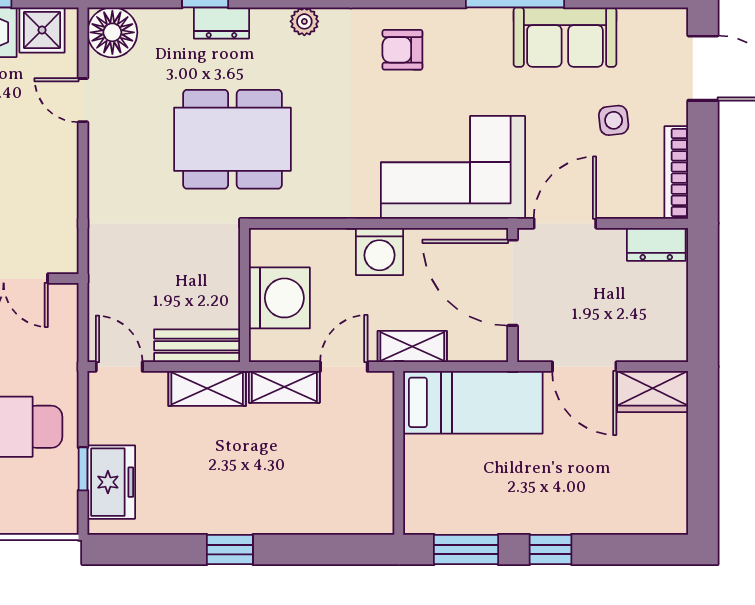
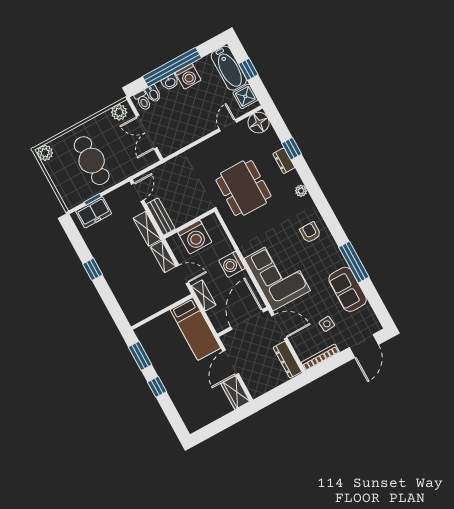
dresser: (656, 244) -> (287, 360), width x1.44

